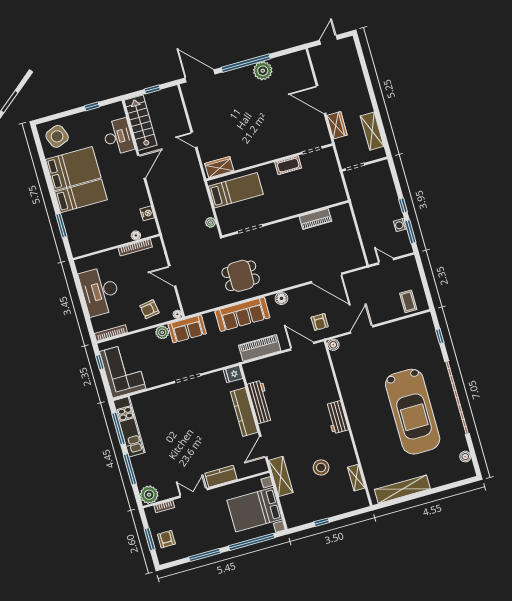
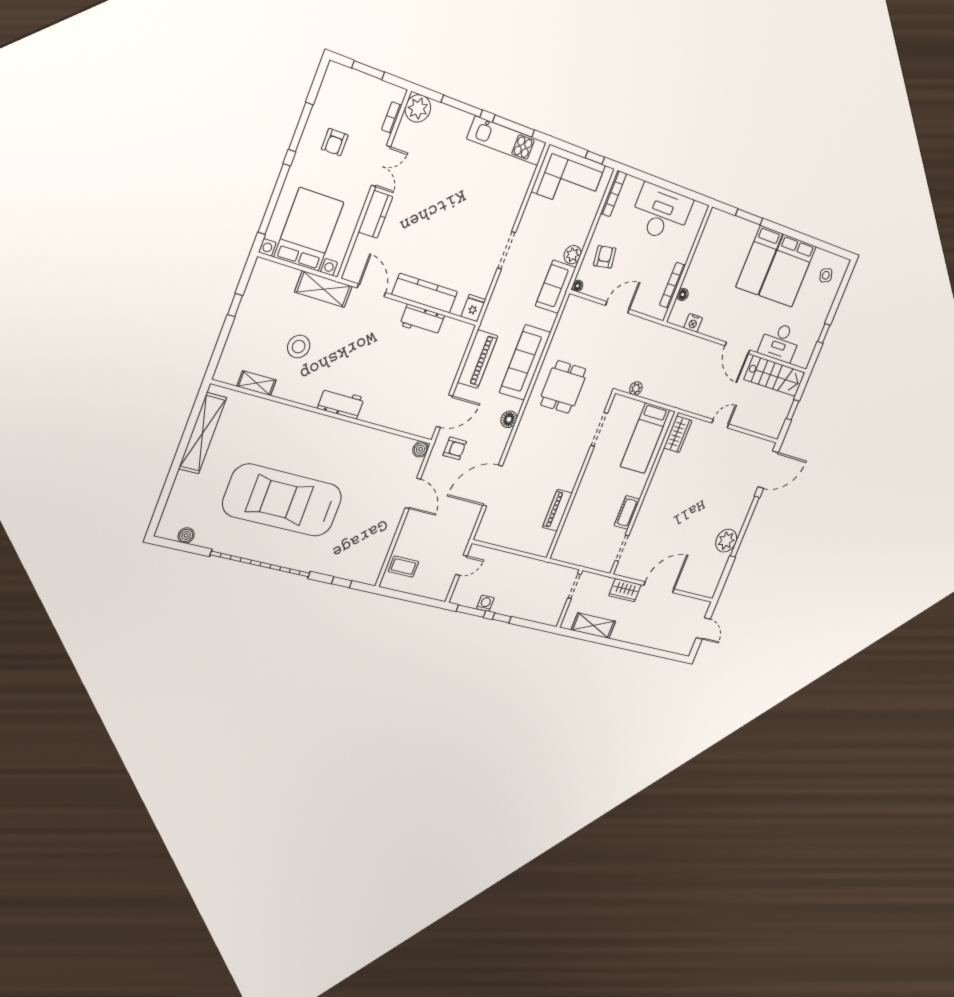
side table: (57, 136) -> (826, 275), width x0.54, depth x0.54
armchair: (320, 322) -> (455, 448), turned 180
workbench: (260, 402) -> (422, 320), width x0.73
armchair: (166, 539) -> (335, 142), moved, turned 90

